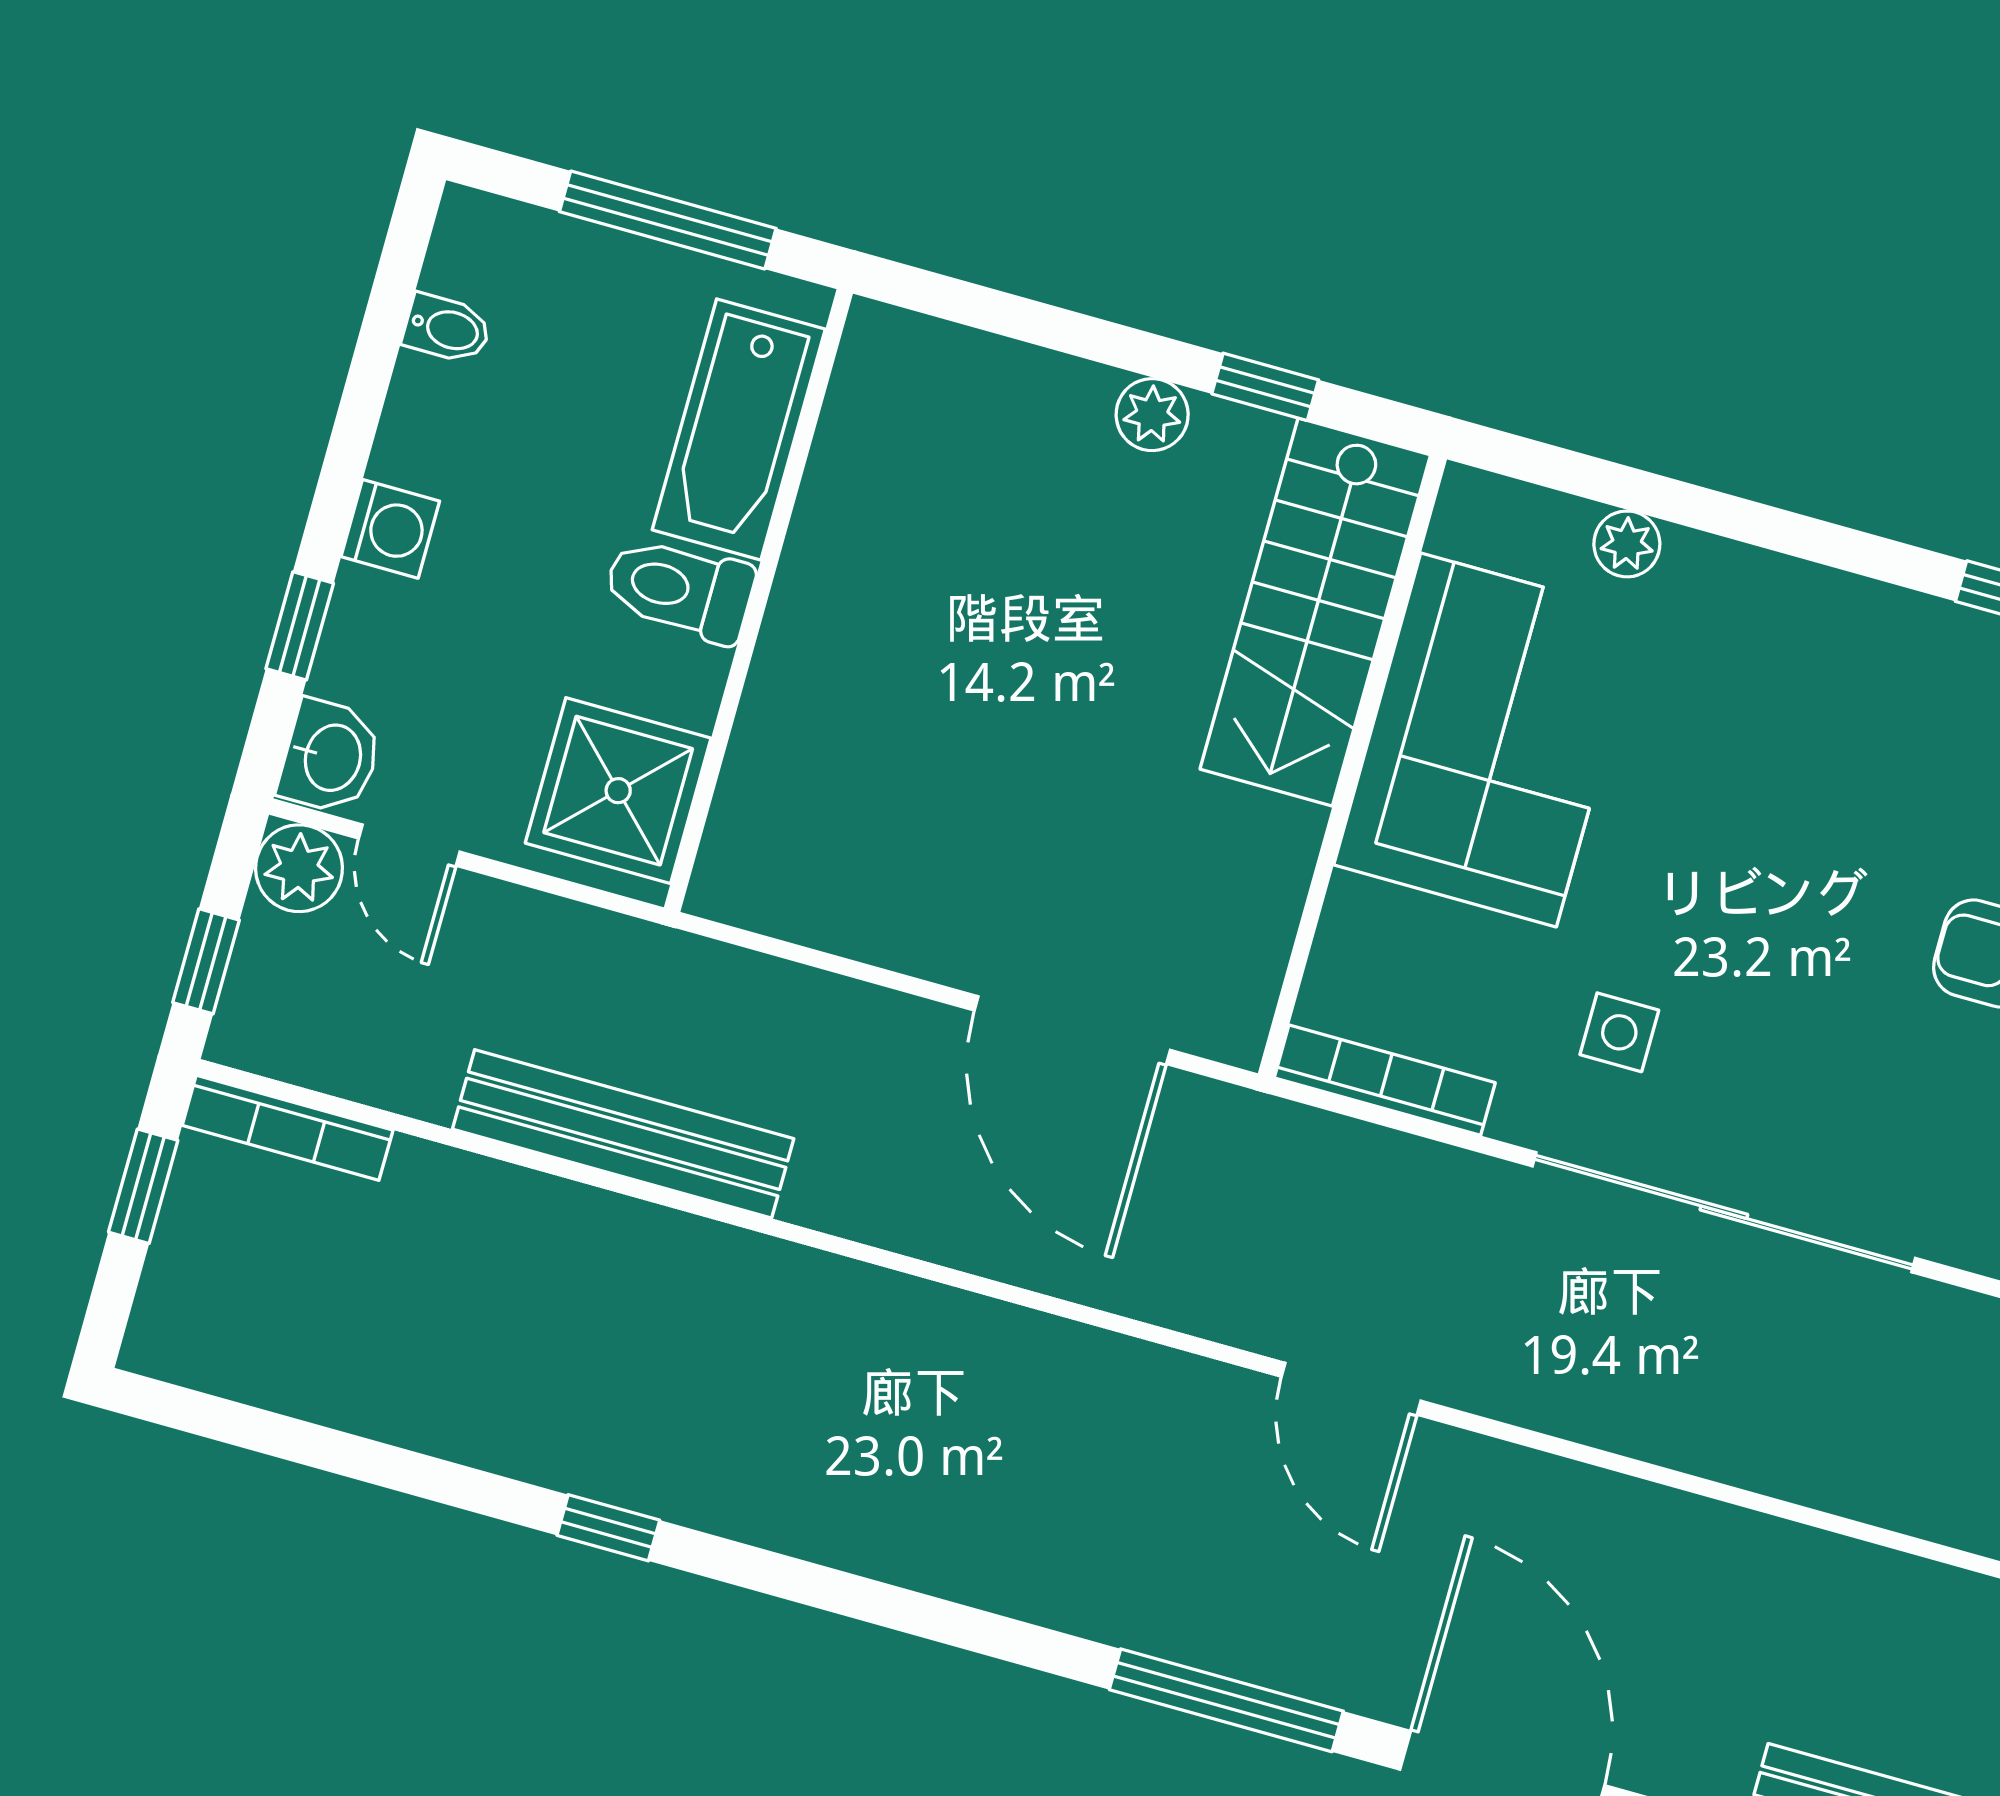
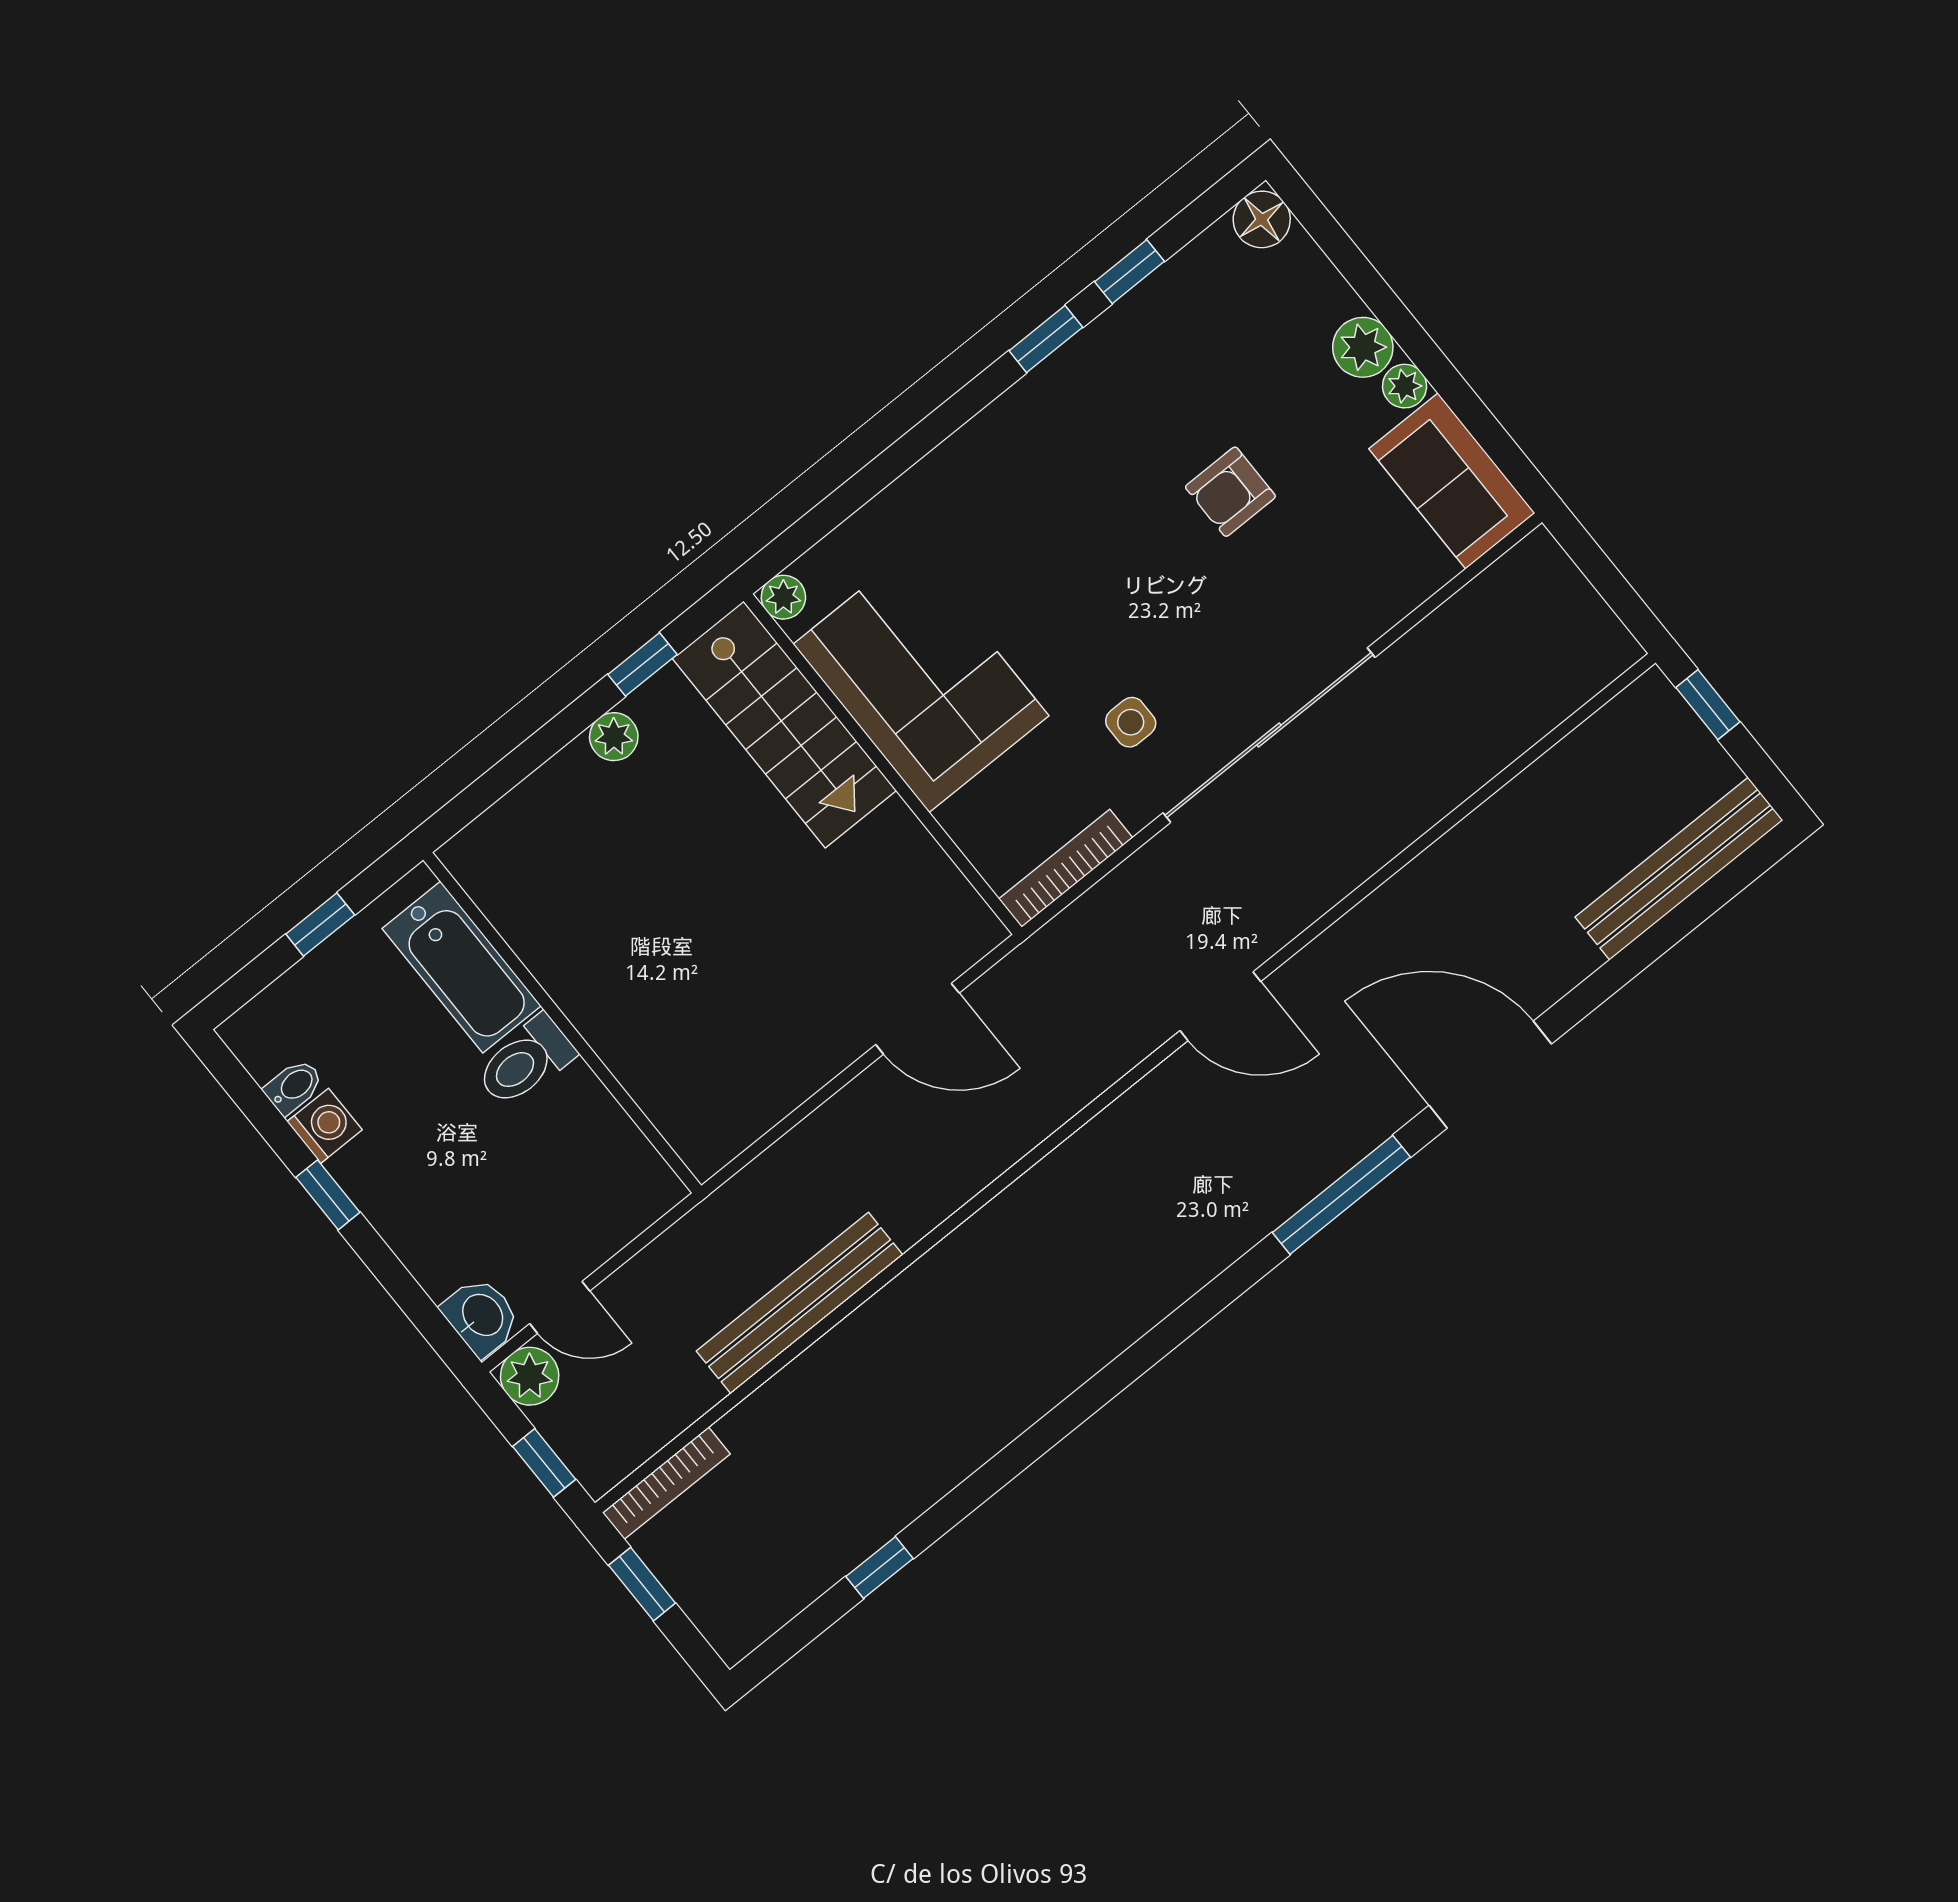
window: (668, 220) -> (320, 924), width x0.46
washing machine: (390, 529) -> (325, 1126), moved
plant: (1627, 544) -> (783, 597), moved
window: (300, 626) -> (328, 1195), moved
shower: (618, 791) -> (611, 1173), removed
door: (1072, 1030) -> (917, 1019), width x0.73
window: (608, 1528) -> (880, 1567), moved

